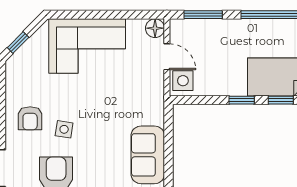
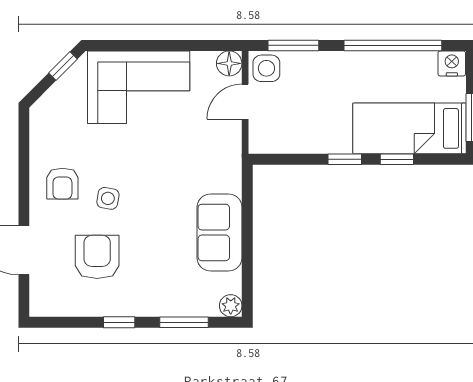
window: (18, 43) -> (63, 66), moved
door: (167, 57) -> (245, 102), swing flipped
side table: (183, 81) -> (266, 68), moved

